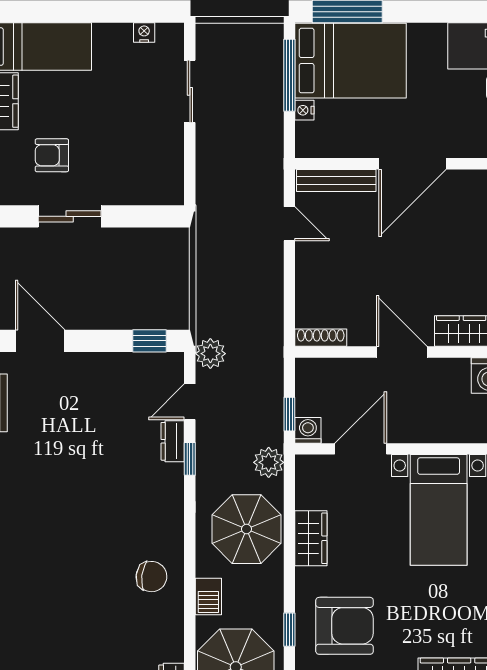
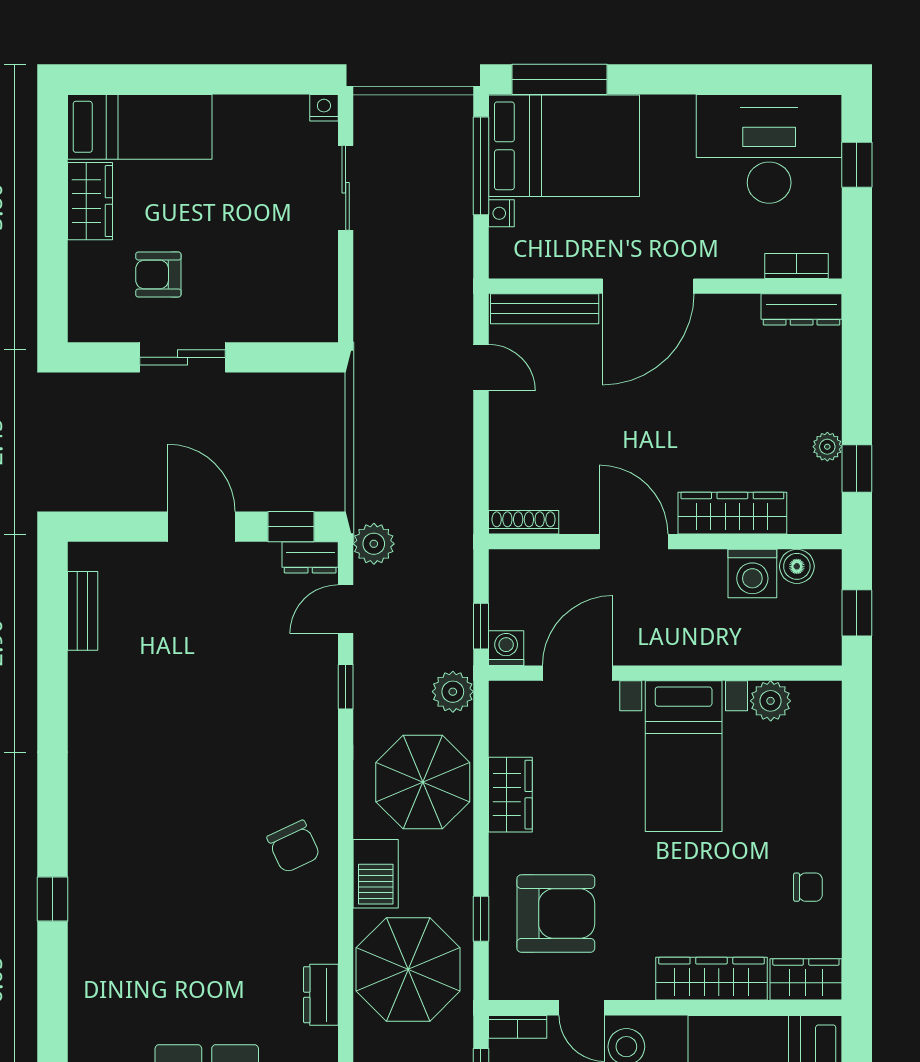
nightstand: (144, 32) -> (324, 108), moved
door: (40, 341) -> (201, 527), moved
dresser: (173, 441) -> (310, 557), moved, turned -90
chair: (151, 577) -> (294, 847), turned 58
barbecue: (208, 596) -> (376, 874), width x1.38, depth x1.27

